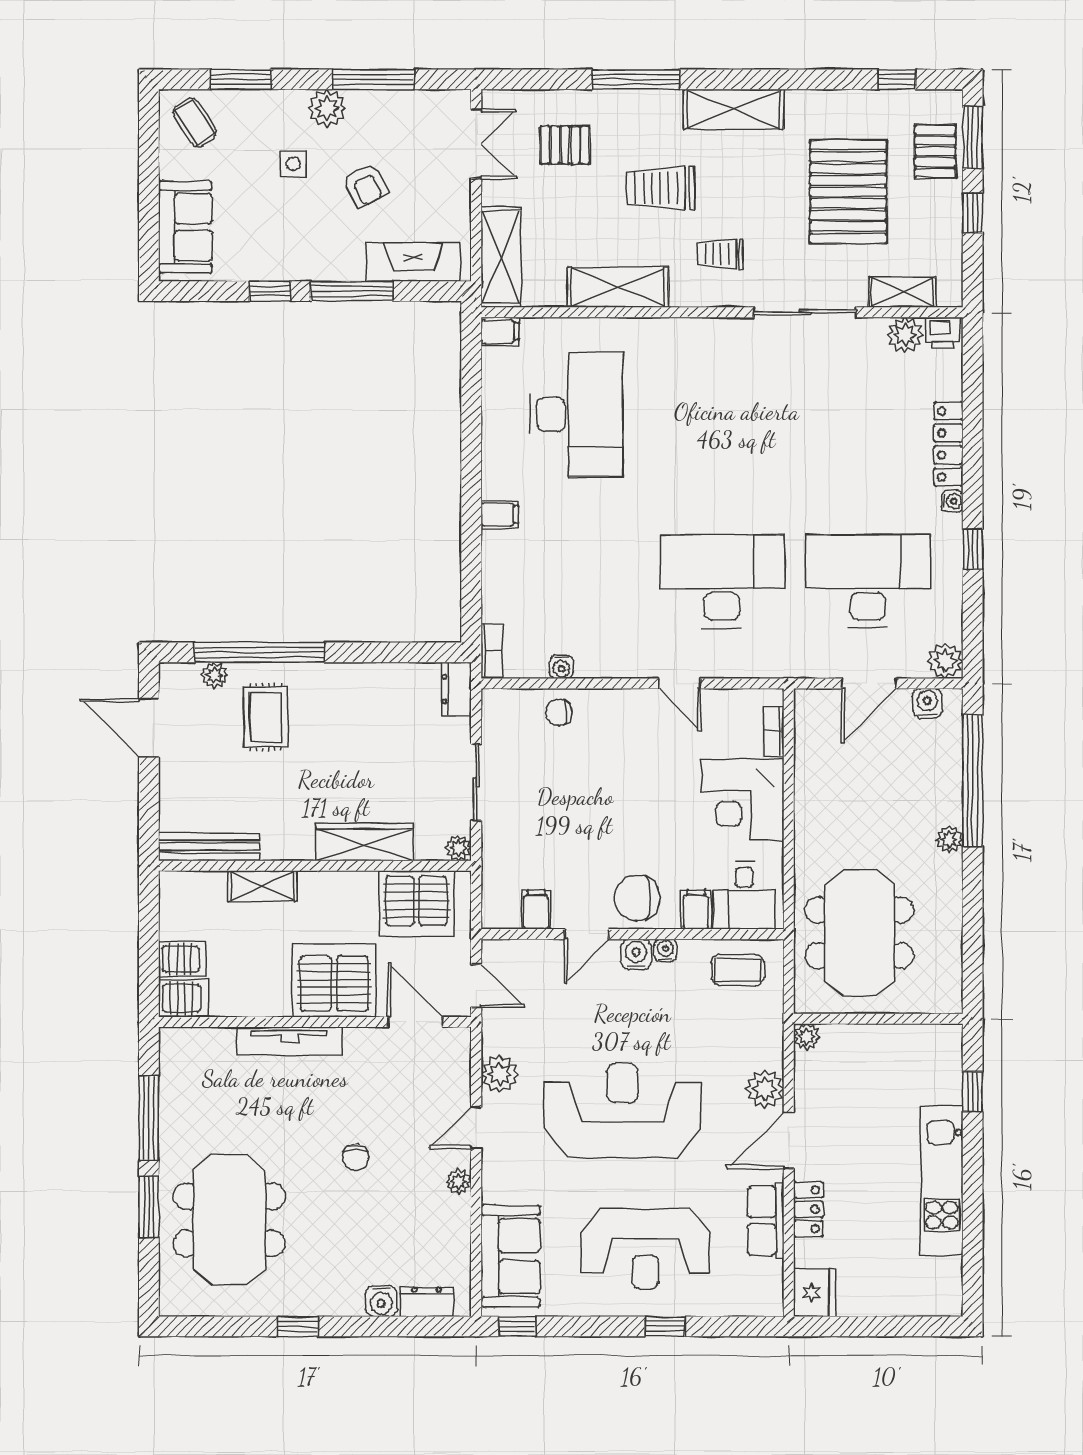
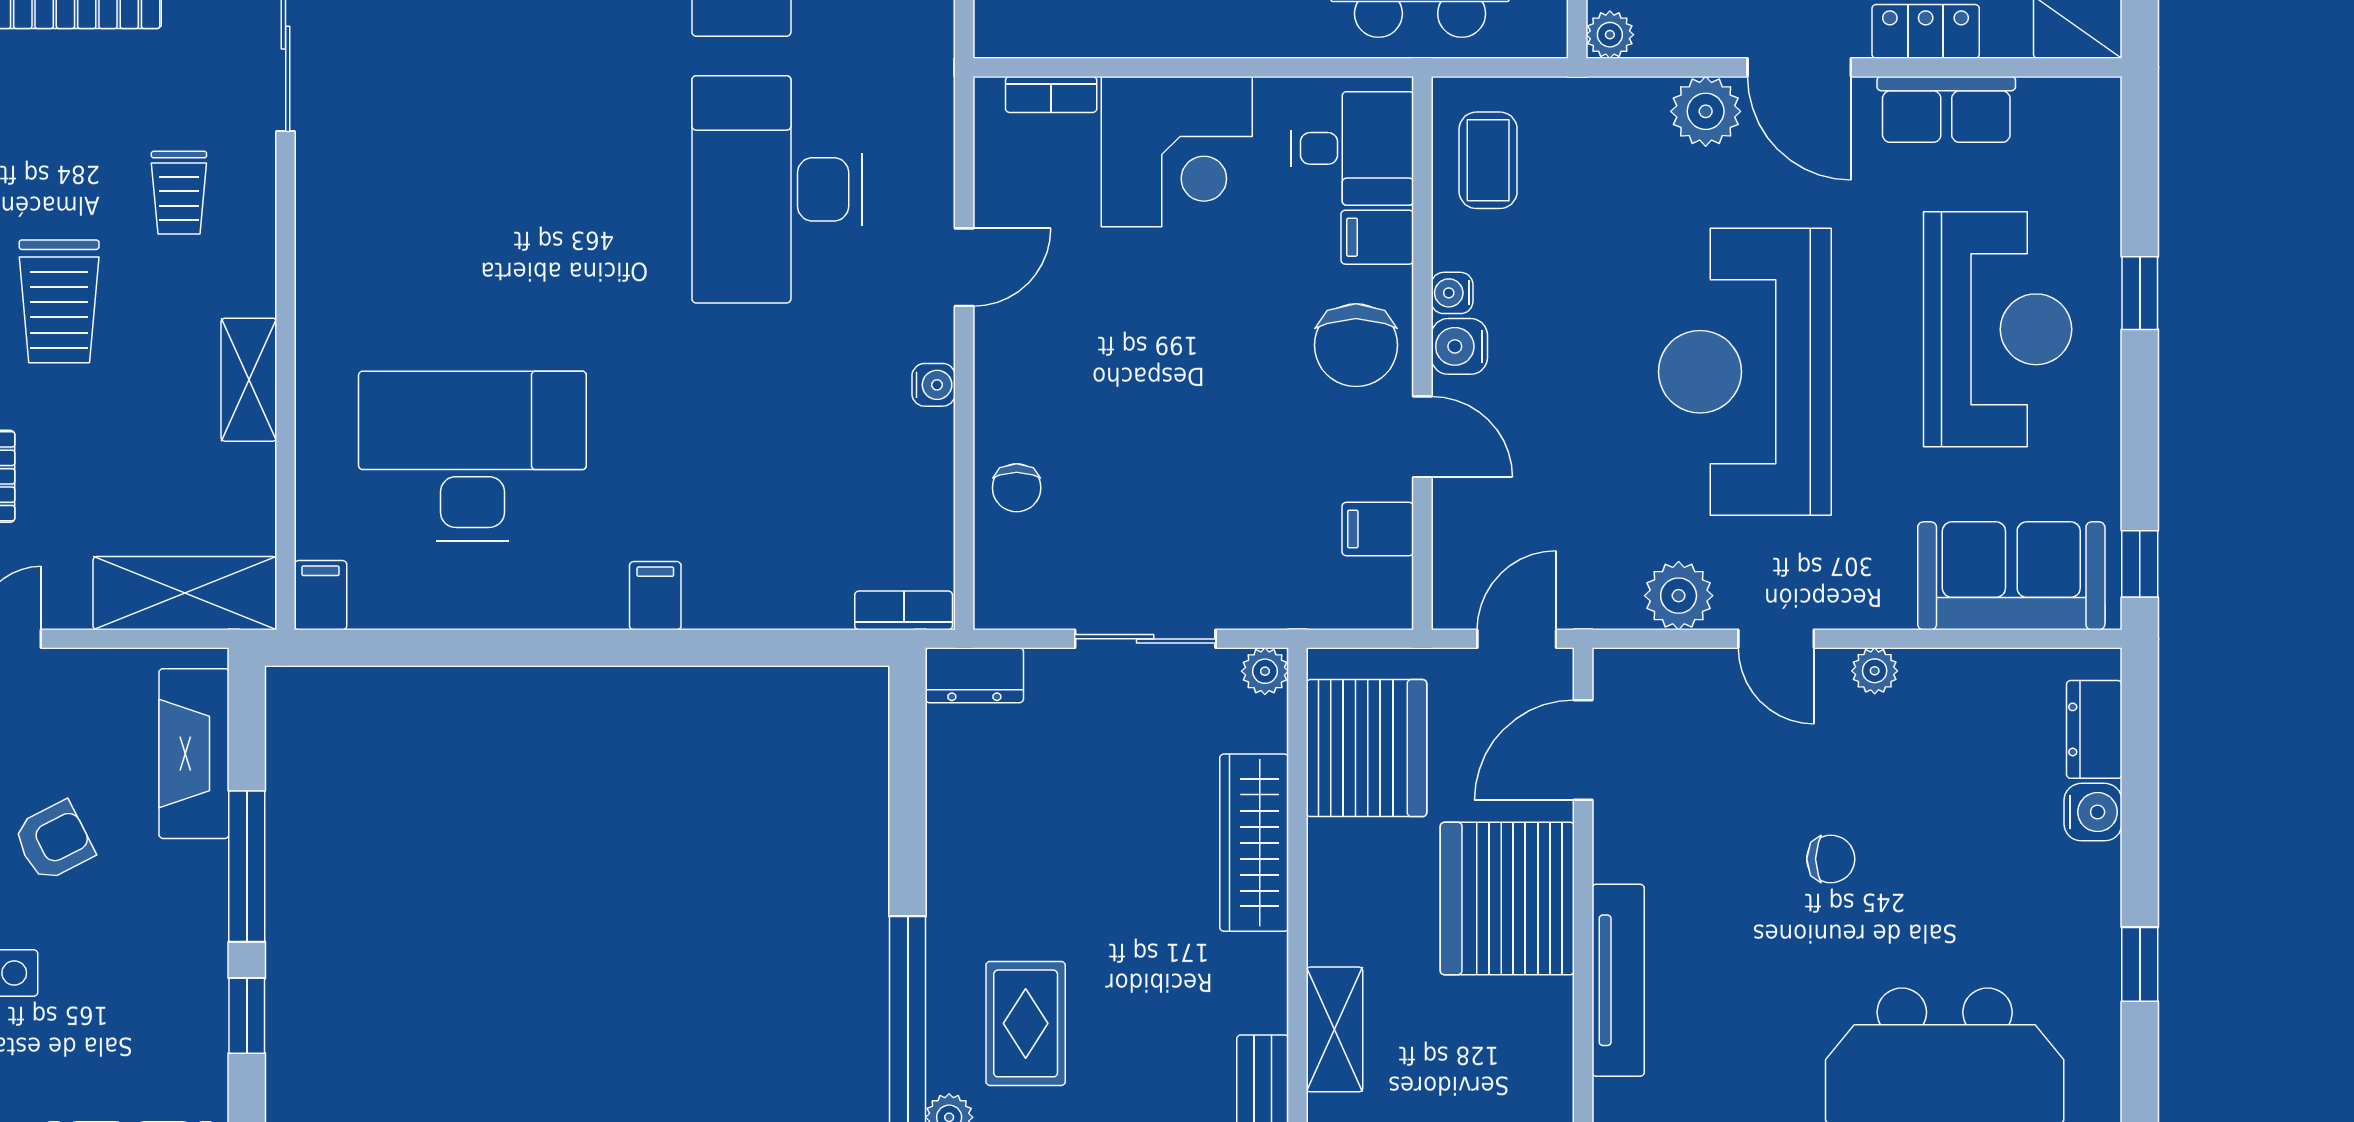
shelving: (618, 287) -> (249, 380), width x0.67, depth x0.75
water cooler: (562, 667) -> (934, 385), moved
rug: (266, 717) -> (1026, 1023), turned 90

